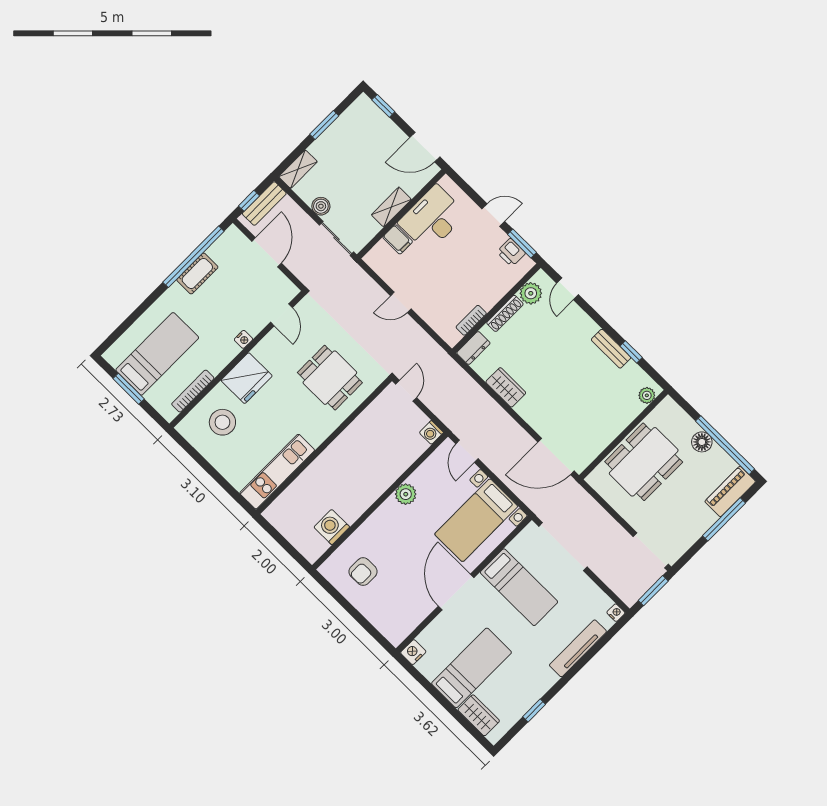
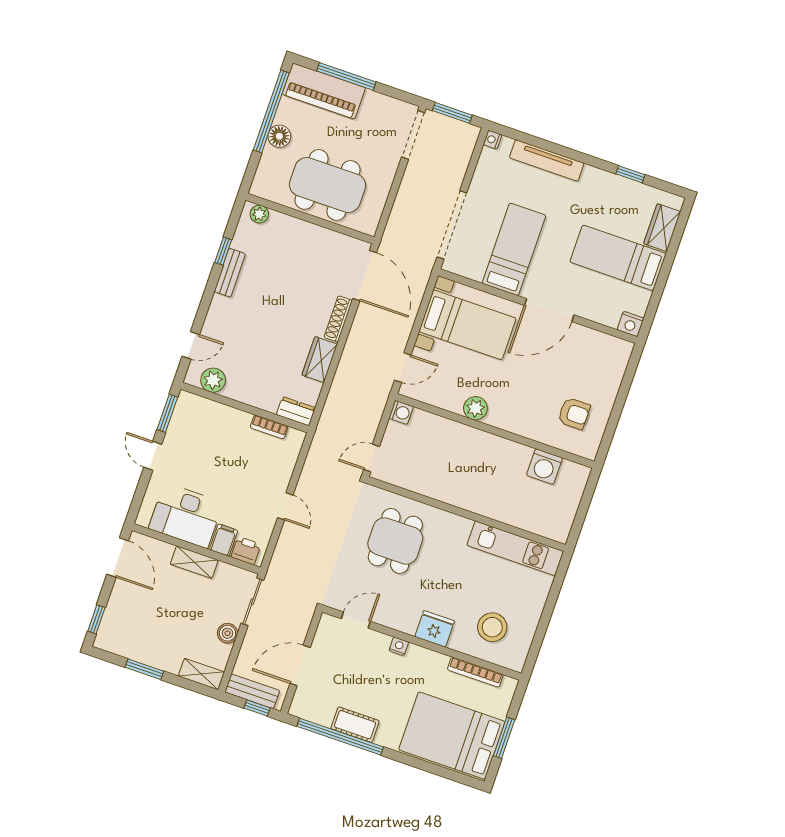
printer: (511, 252) -> (246, 551), moved, turned -90
shoe rack: (505, 313) -> (338, 319), moved, turned -90
bed: (157, 354) -> (452, 736), width x1.50
fridge: (247, 378) -> (435, 629), width x0.73, depth x0.75
piano: (730, 491) -> (324, 91), width x1.37, depth x1.33

